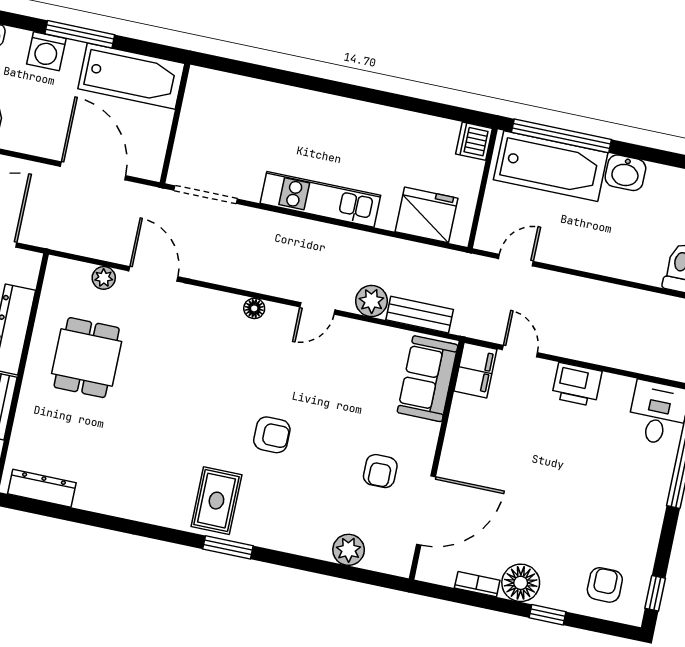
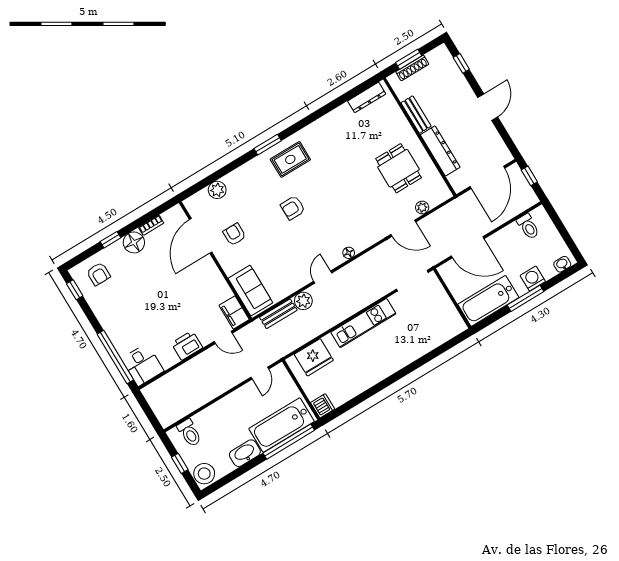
washbasin: (625, 173) -> (245, 453), width x1.38
rug: (216, 501) -> (290, 159), turned 90

